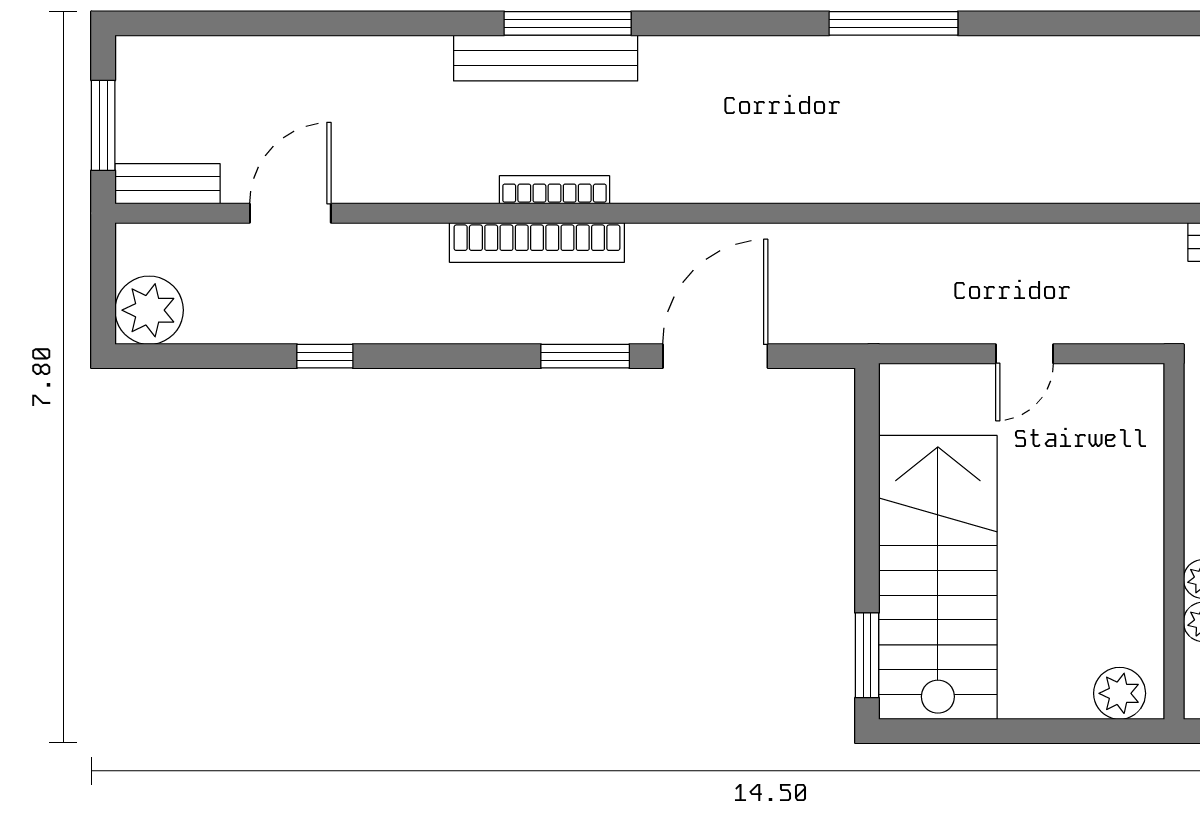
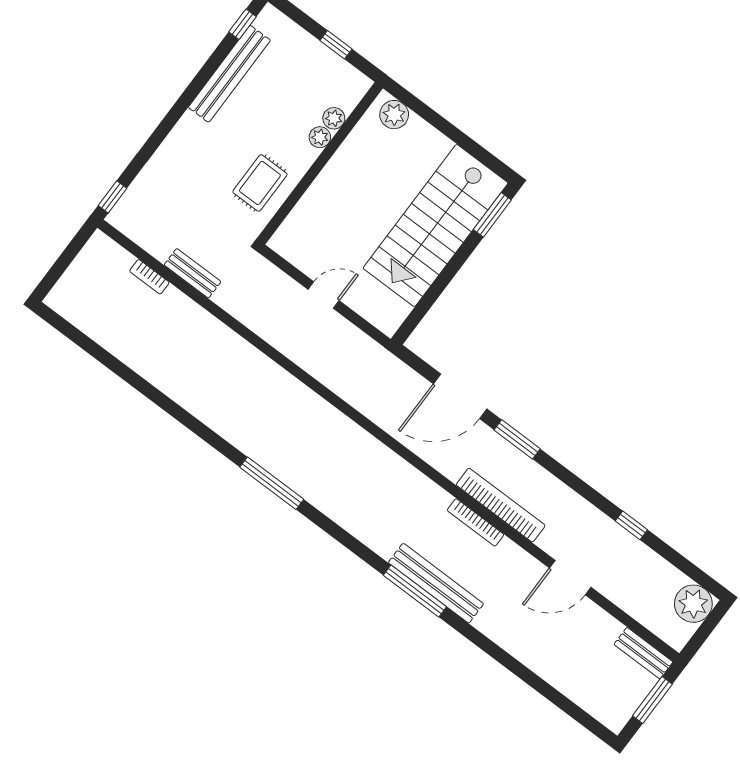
door: (290, 213) -> (570, 578), moved

